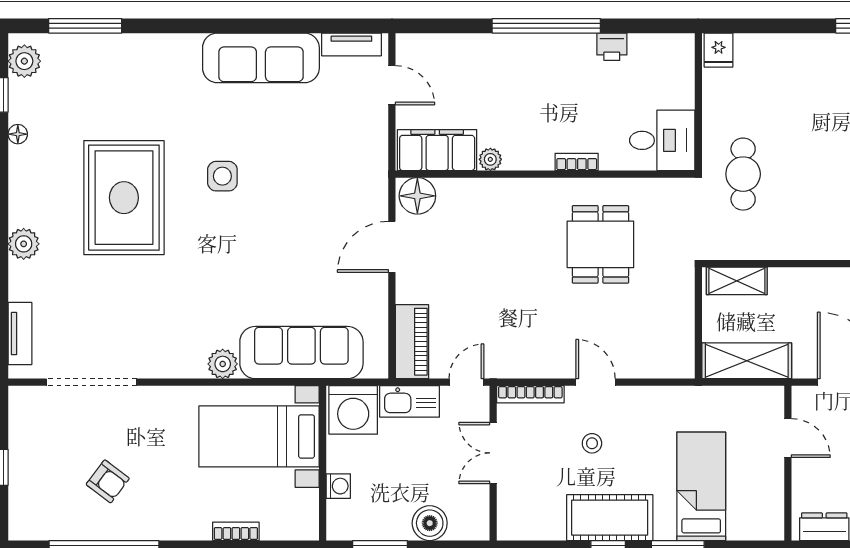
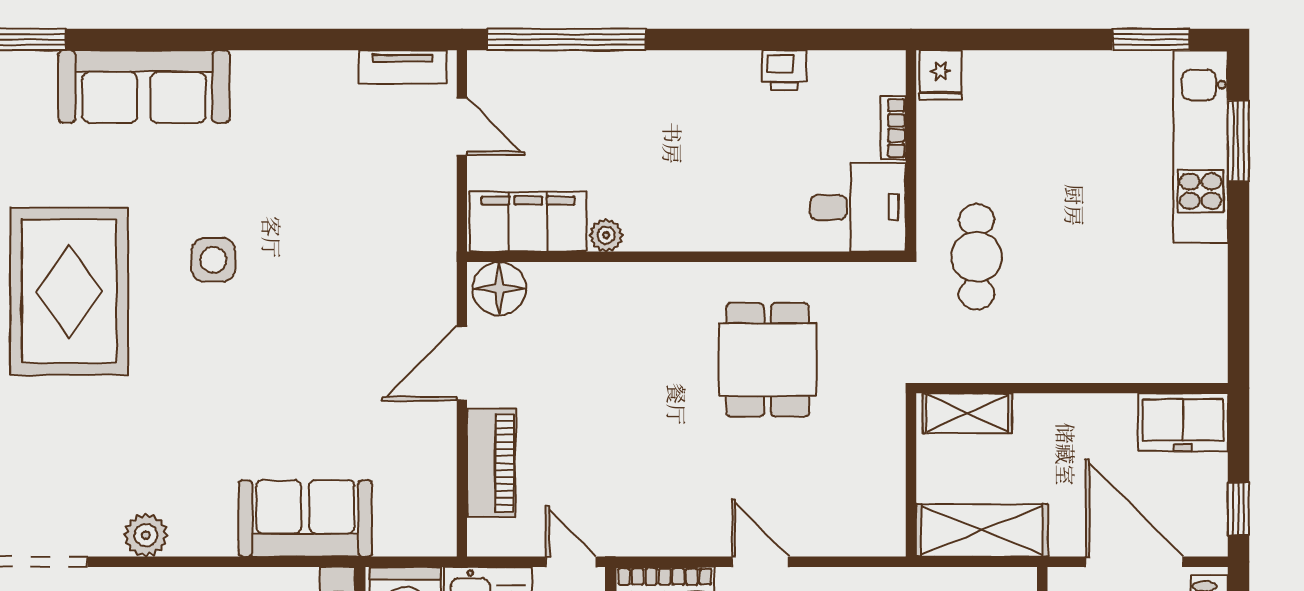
window: (546, 26) -> (566, 39), moved
sofa: (261, 58) -> (144, 86), moved
bookcase: (577, 162) -> (893, 128), moved, turned -90
piano: (412, 342) -> (491, 463), moved
sofa: (301, 353) -> (305, 518), width x0.73
plant: (223, 364) -> (146, 535), moved
door: (466, 382) -> (571, 562), hinge flipped

